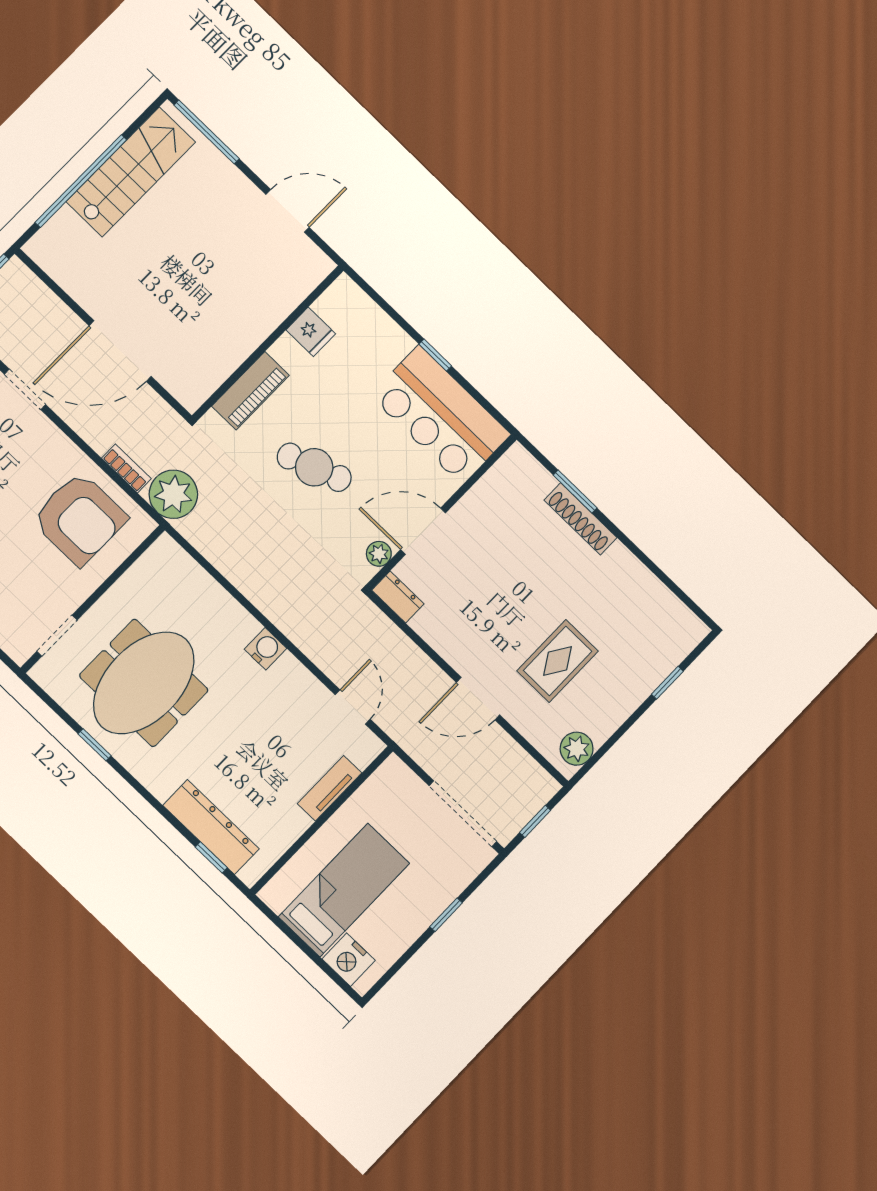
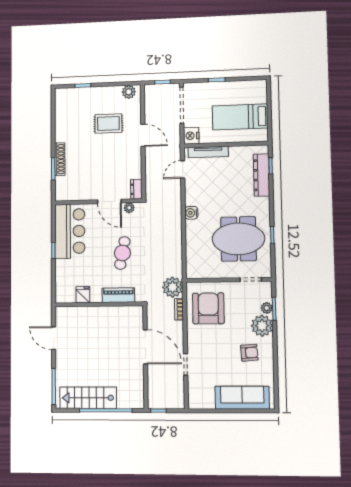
cafe table: (314, 467) -> (122, 253), turned 31
tv unit: (330, 788) -> (208, 152), width x1.41
nightstand: (349, 960) -> (191, 136), moved, turned 180

